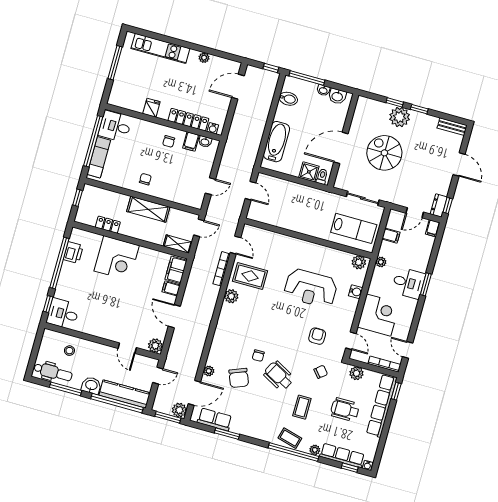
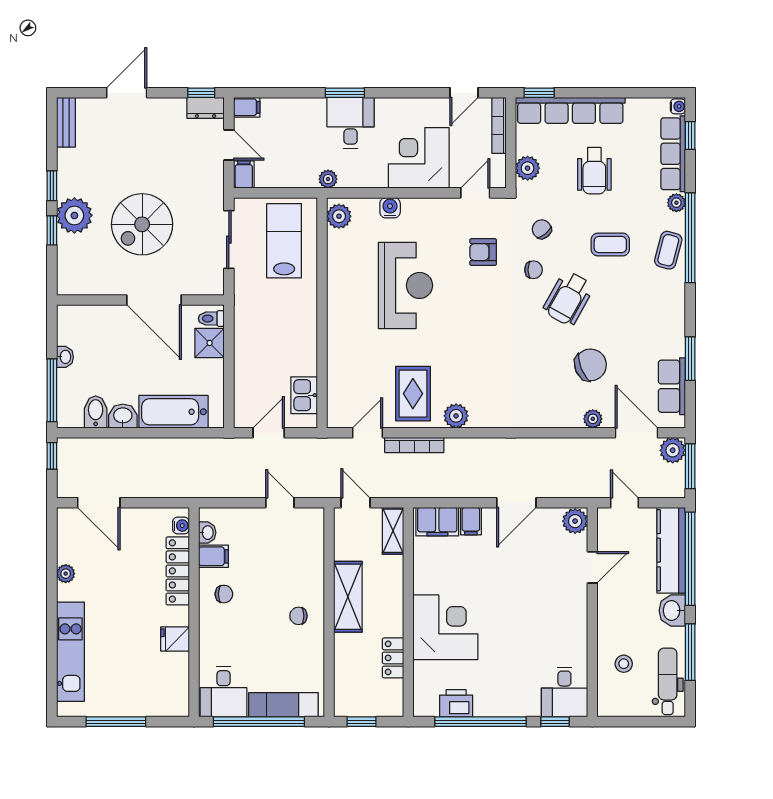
washbasin: (337, 96) -> (123, 416), moved, turned -90
kitchen sink: (266, 216) -> (304, 395), added
filing cabinet: (391, 236) -> (244, 174), moved
chair: (258, 356) -> (534, 270), moved

